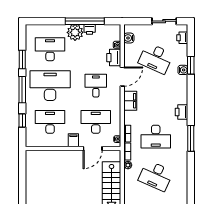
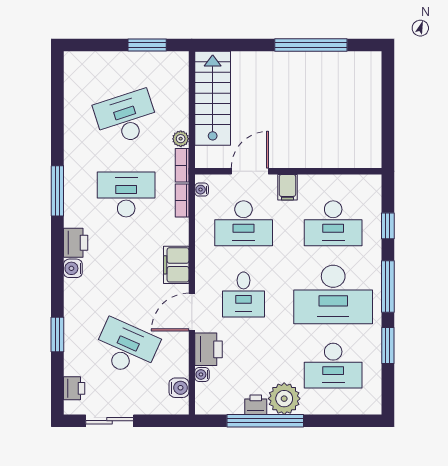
water cooler: (183, 70) -> (73, 268), moved
desk: (156, 176) -> (126, 118), turned -42

